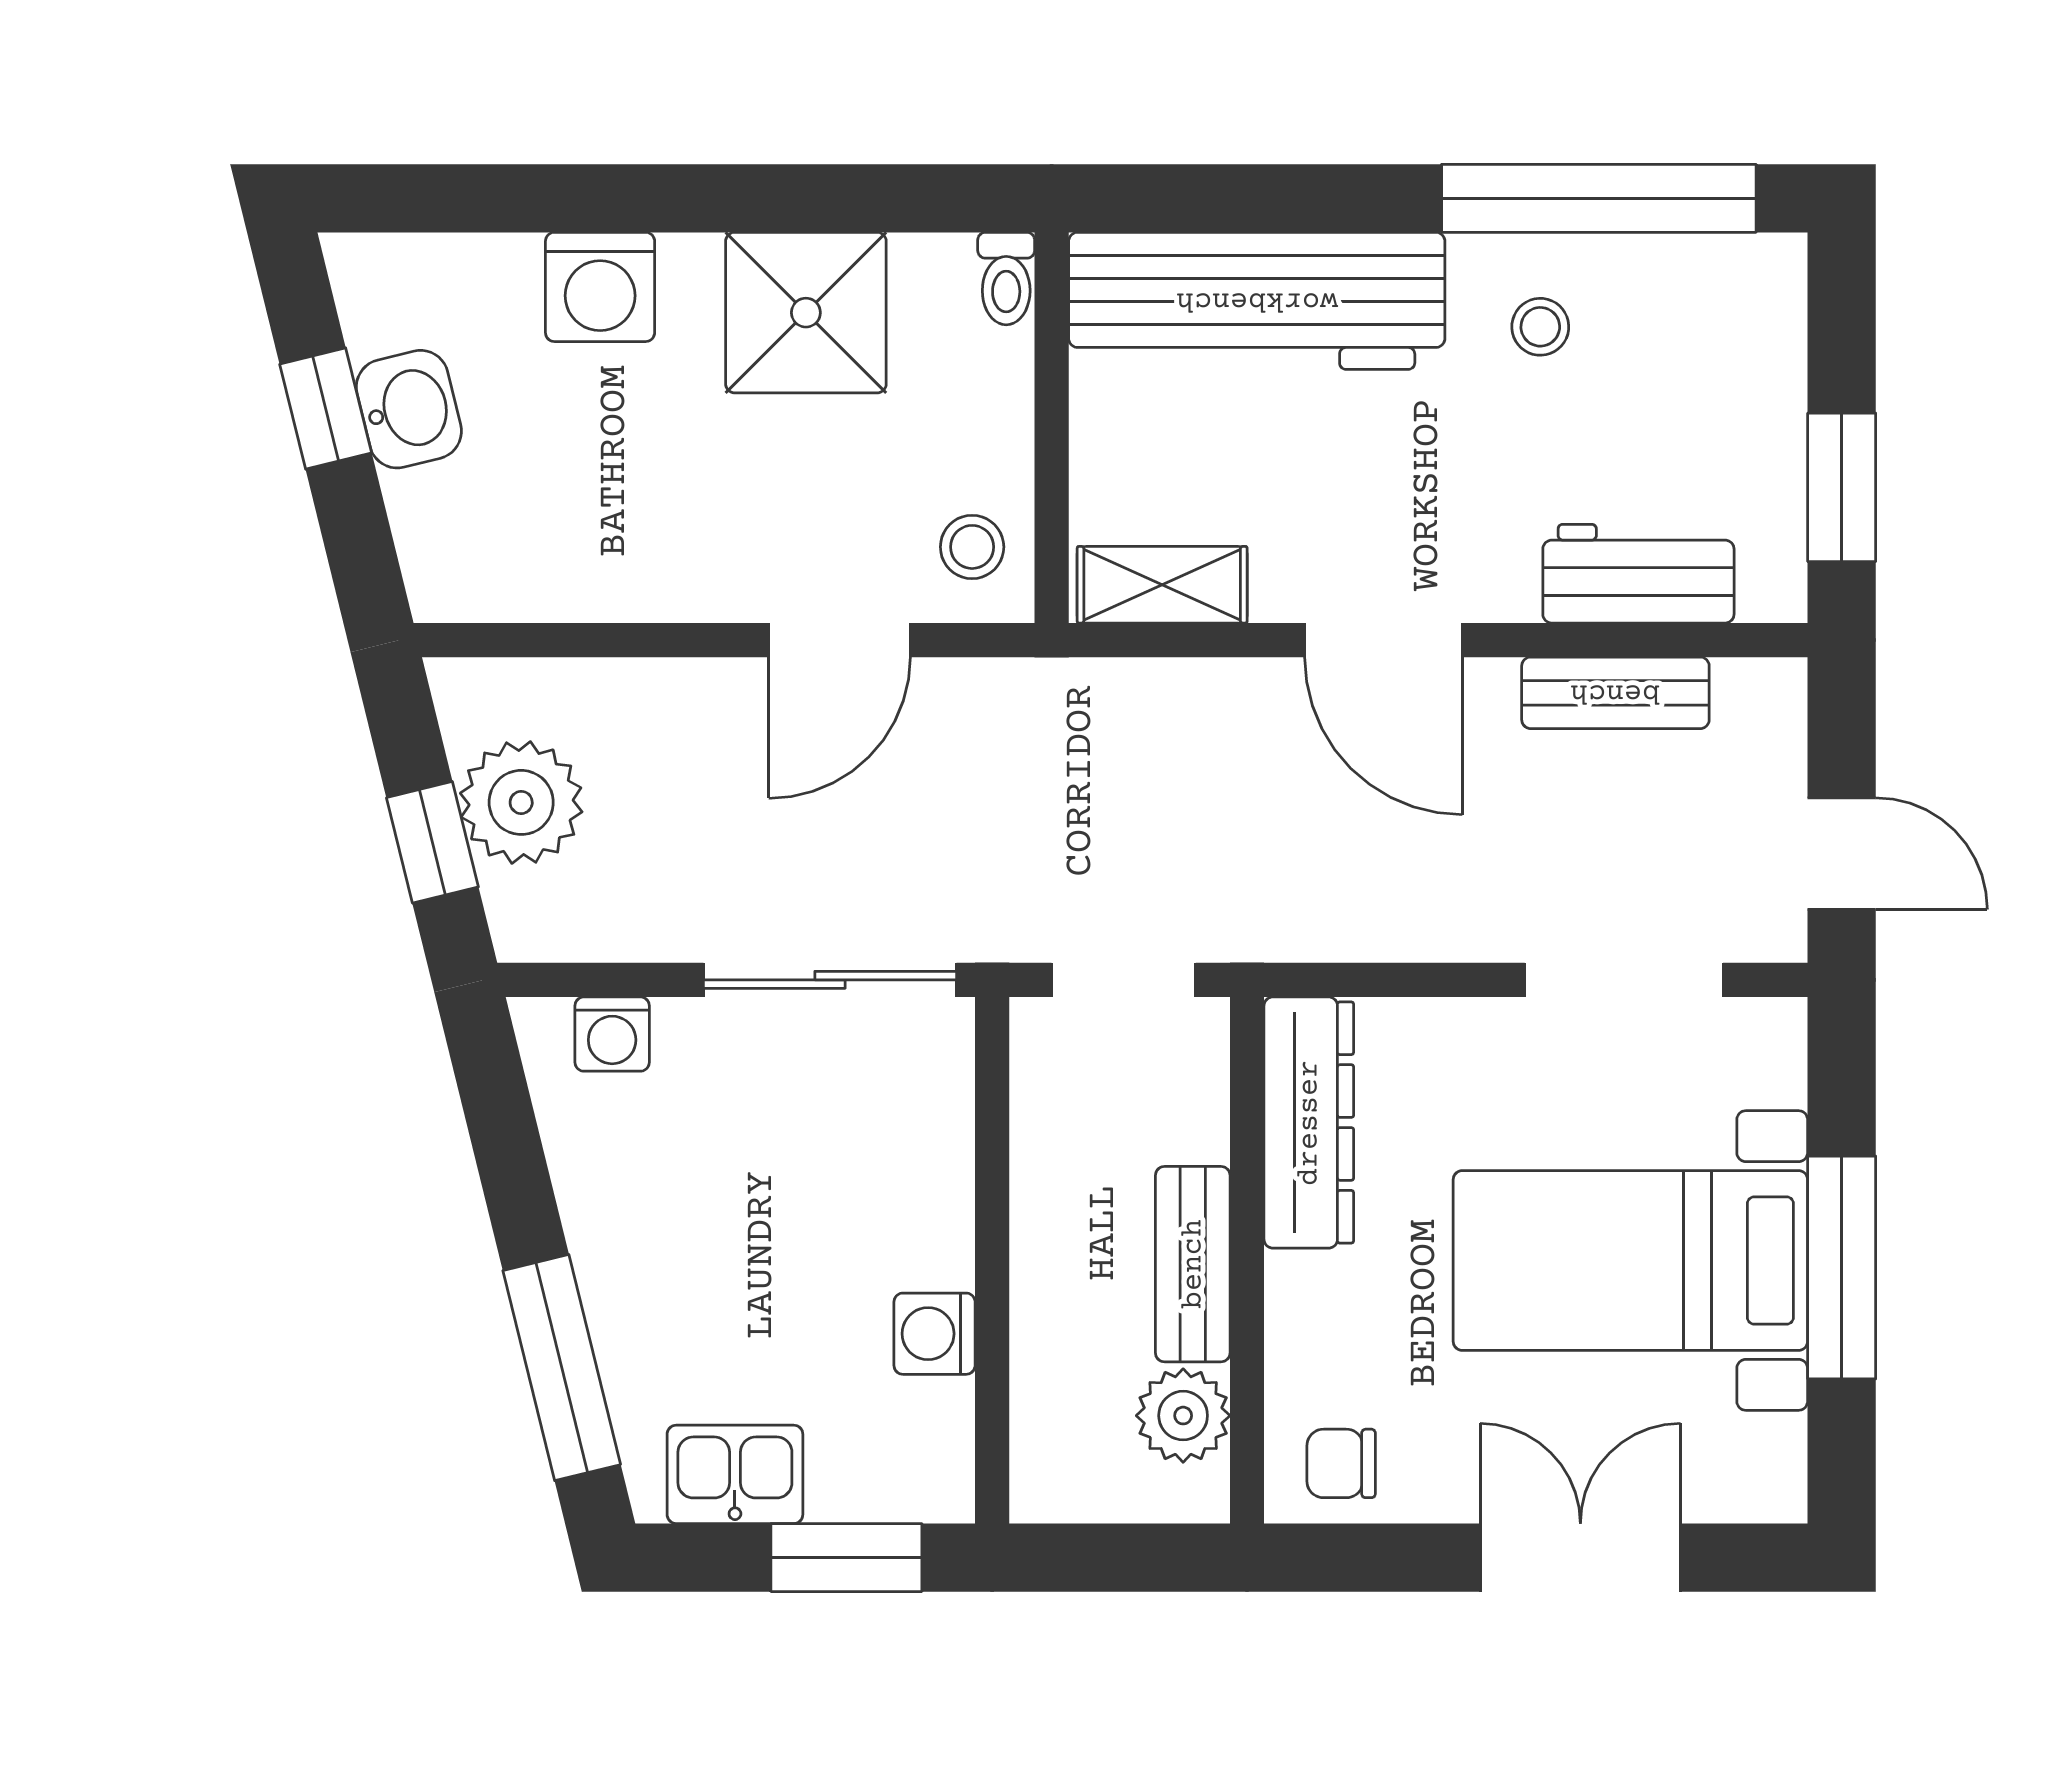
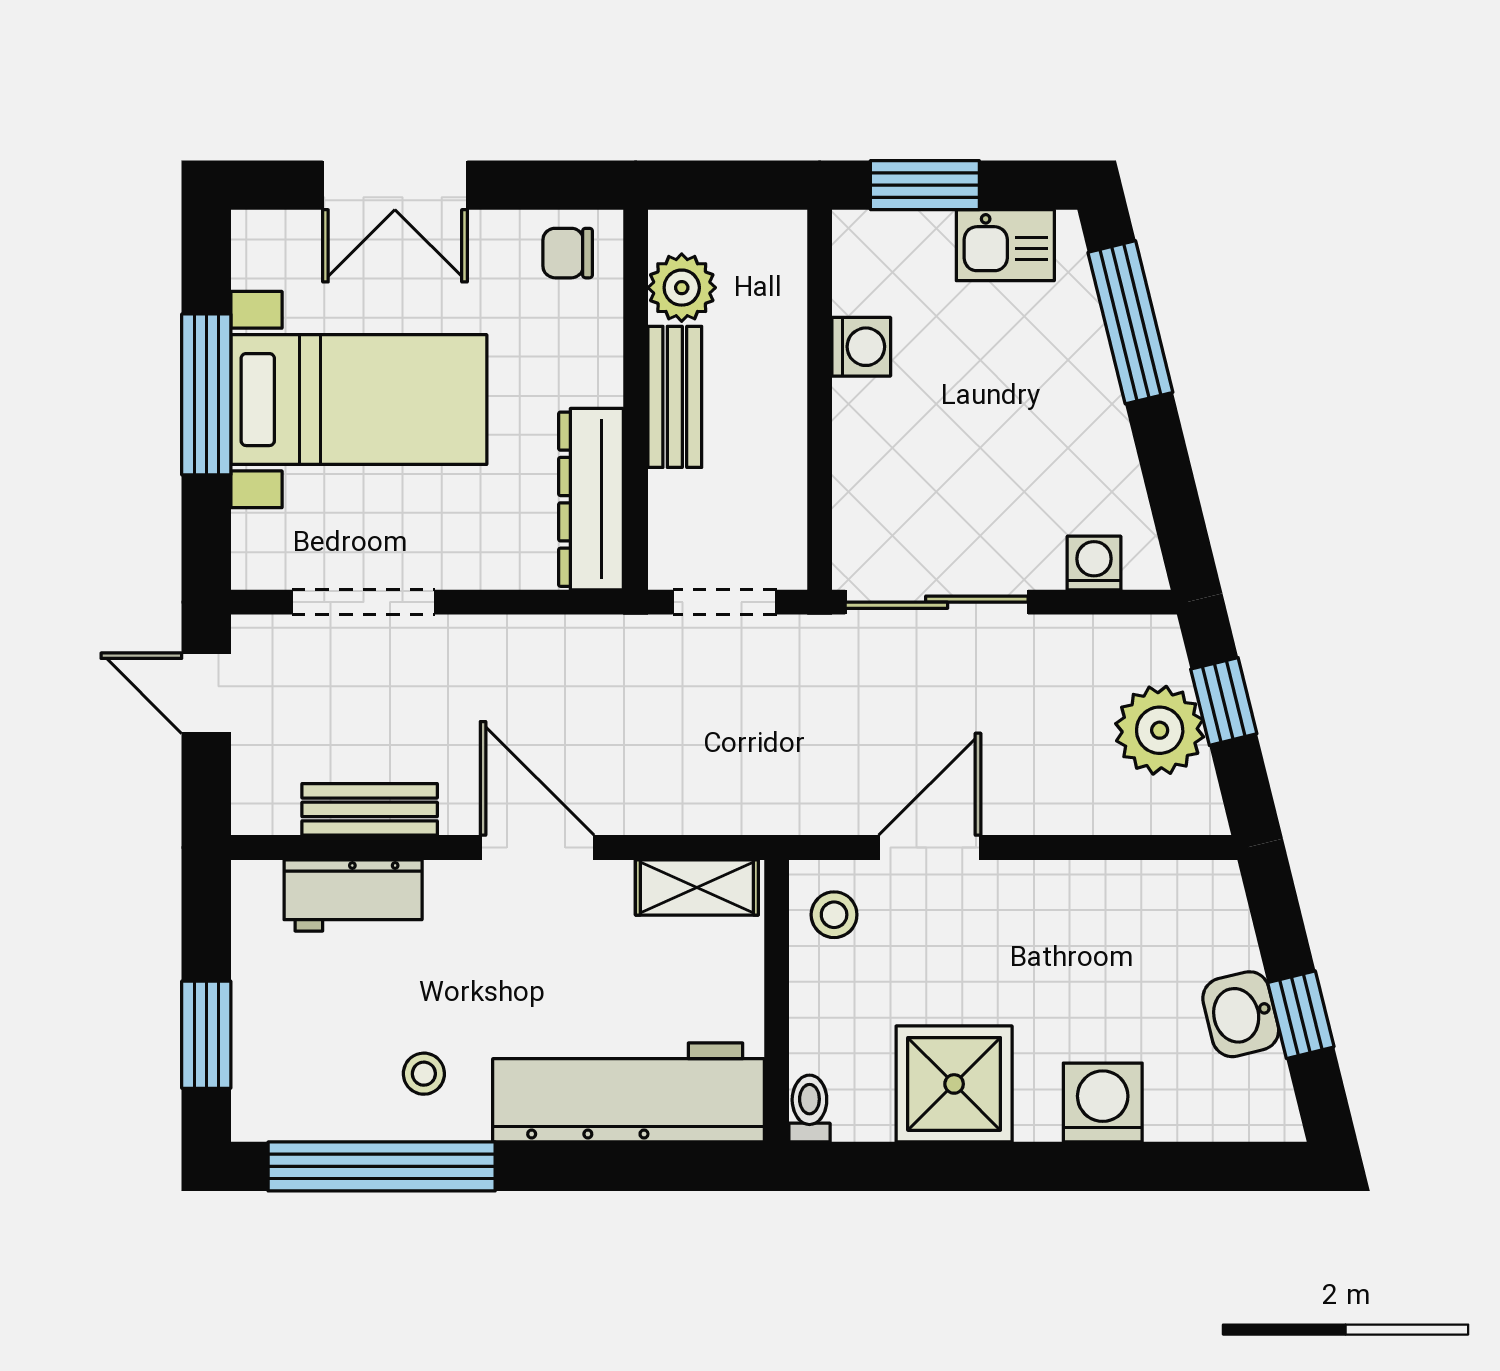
window: (1842, 487) -> (206, 1035), moved
chair: (1341, 1463) -> (568, 253), turned 180

